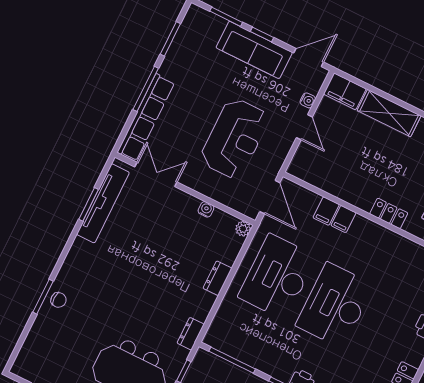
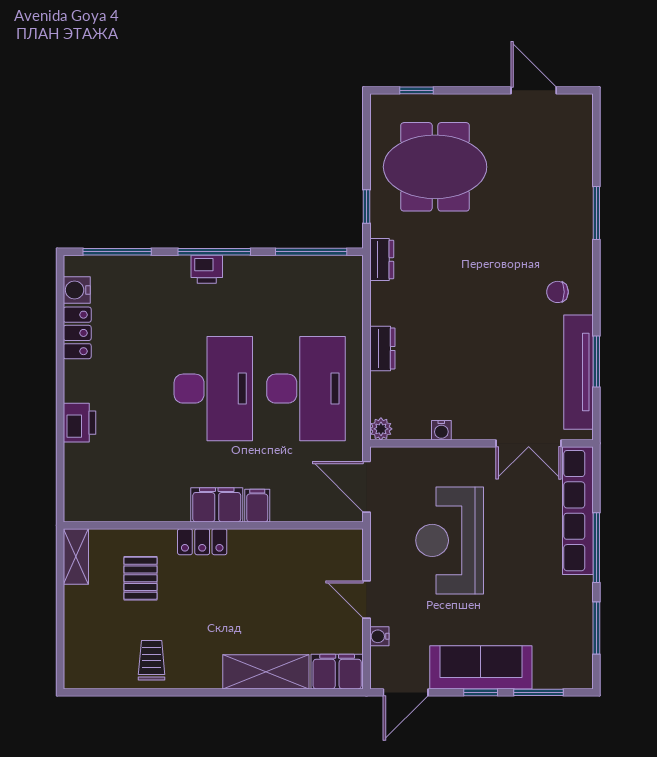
filing cabinet: (326, 211) -> (217, 505), moved, width x2.00
chair: (58, 300) -> (557, 292), moved

